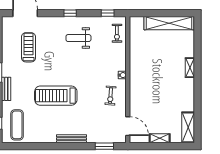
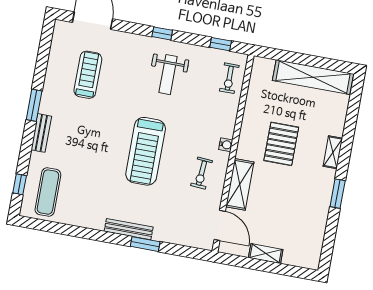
weight bench: (78, 38) -> (168, 75), turned -90
pallet: (157, 68) -> (281, 144), added
window: (198, 93) -> (338, 194), added
treadmill: (56, 96) -> (146, 151), moved, turned -90
shelving: (188, 127) -> (240, 184), moved
window: (104, 146) -> (145, 244), moved

